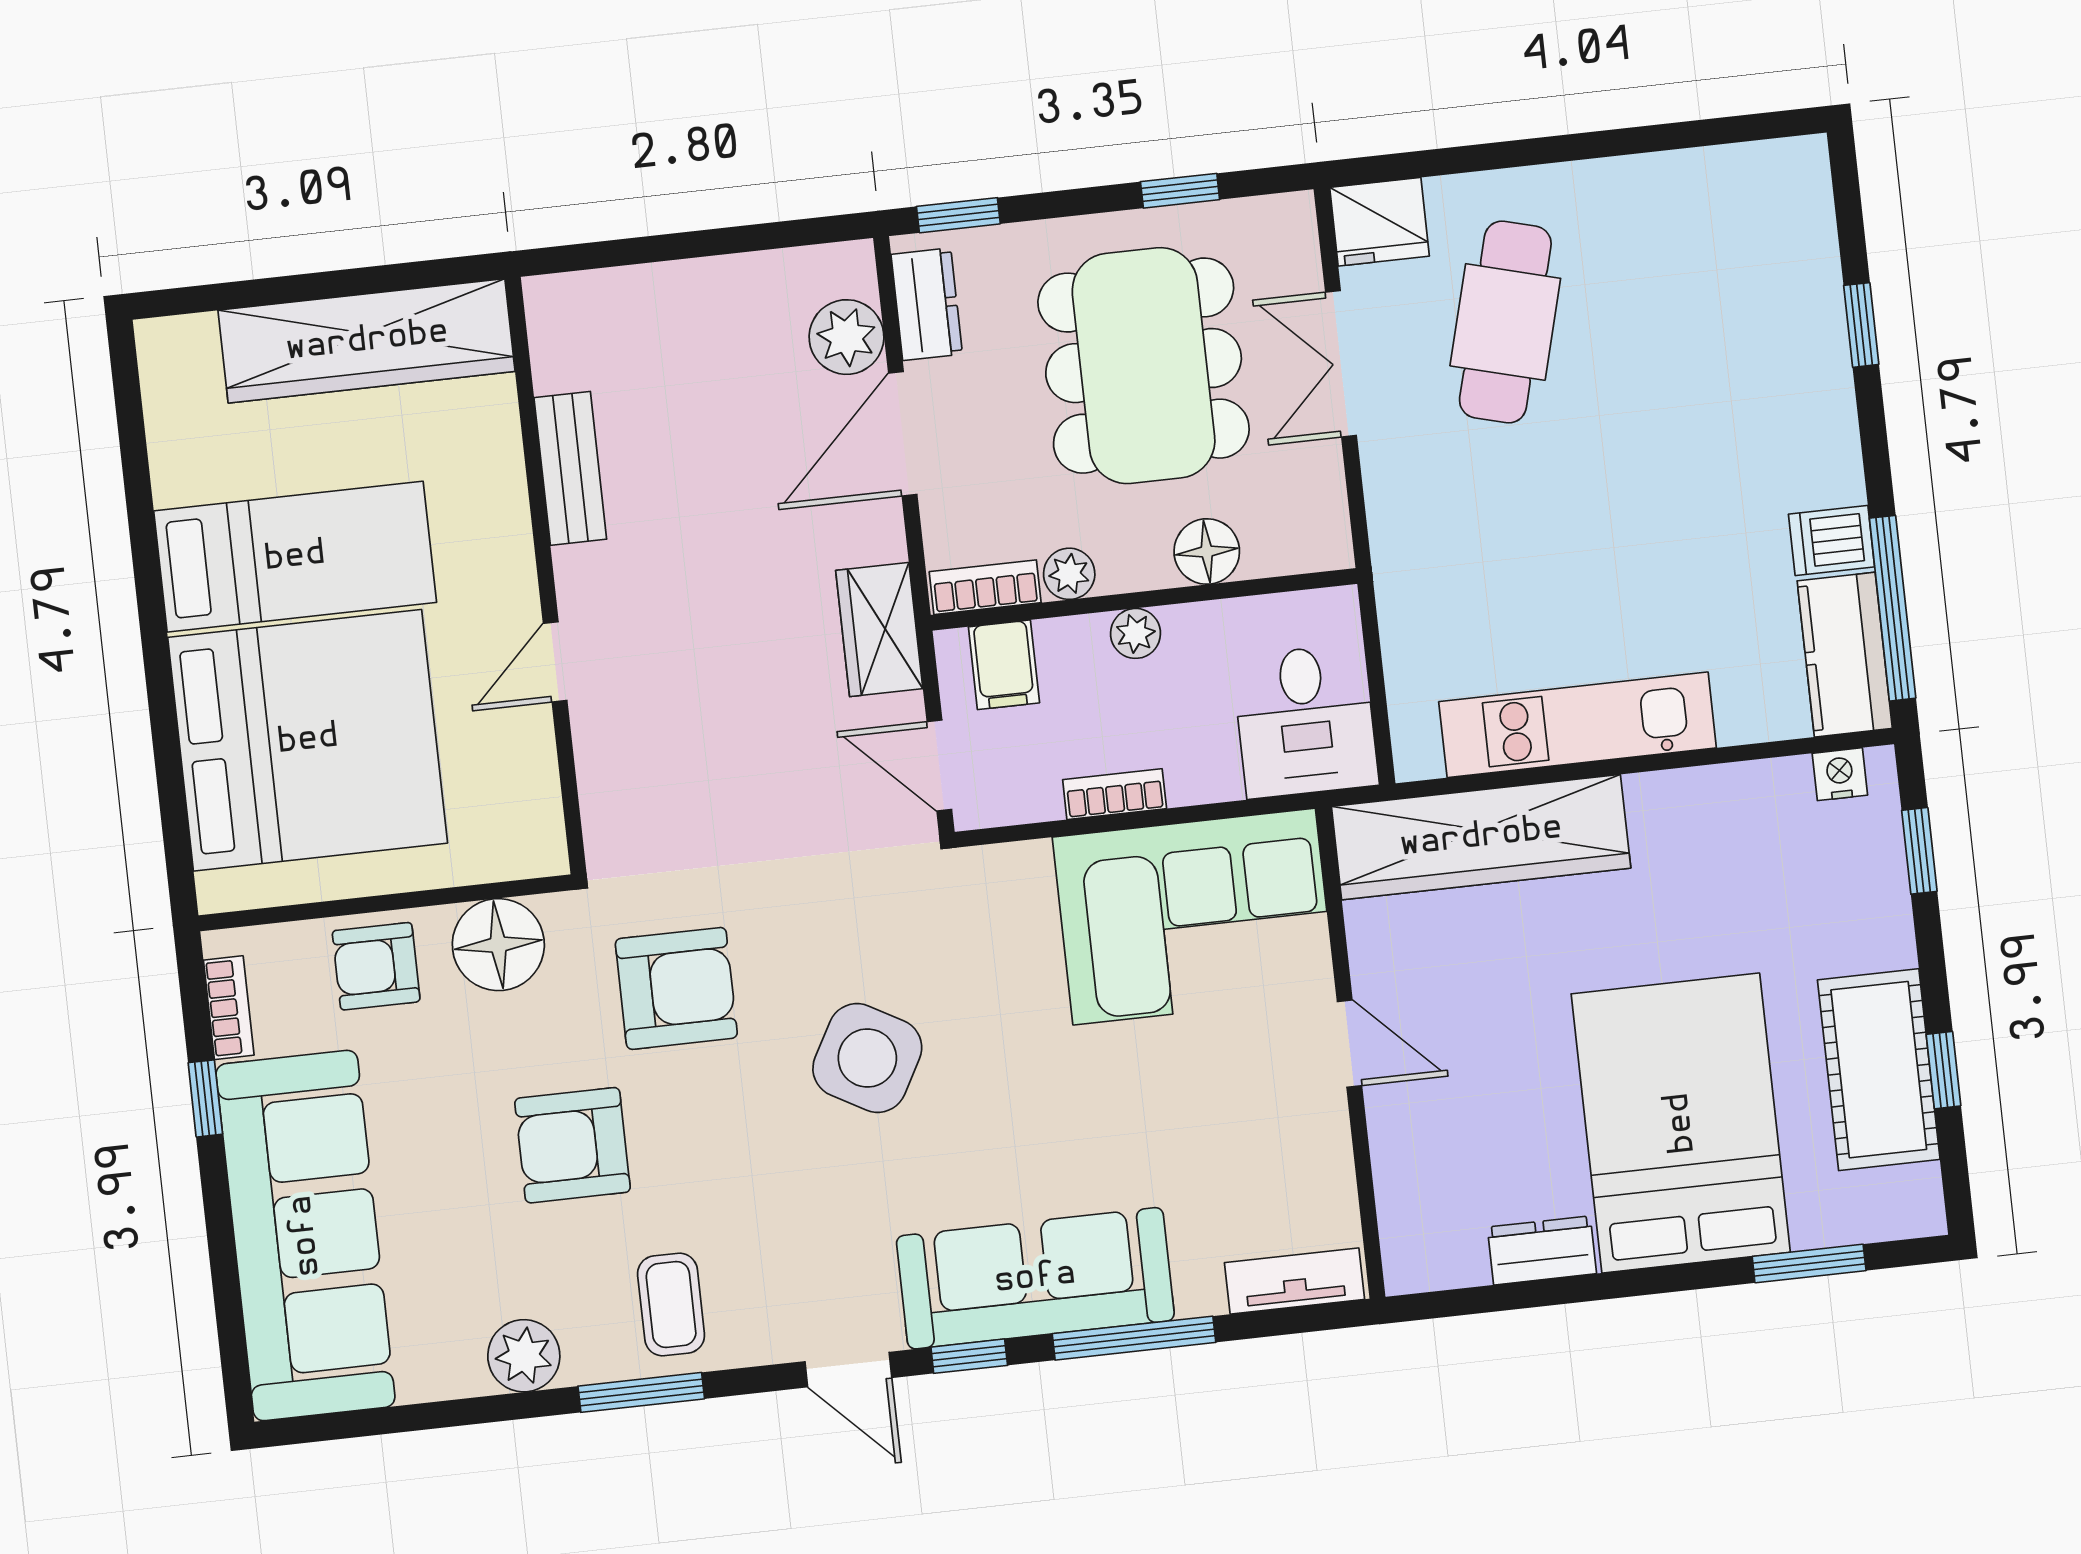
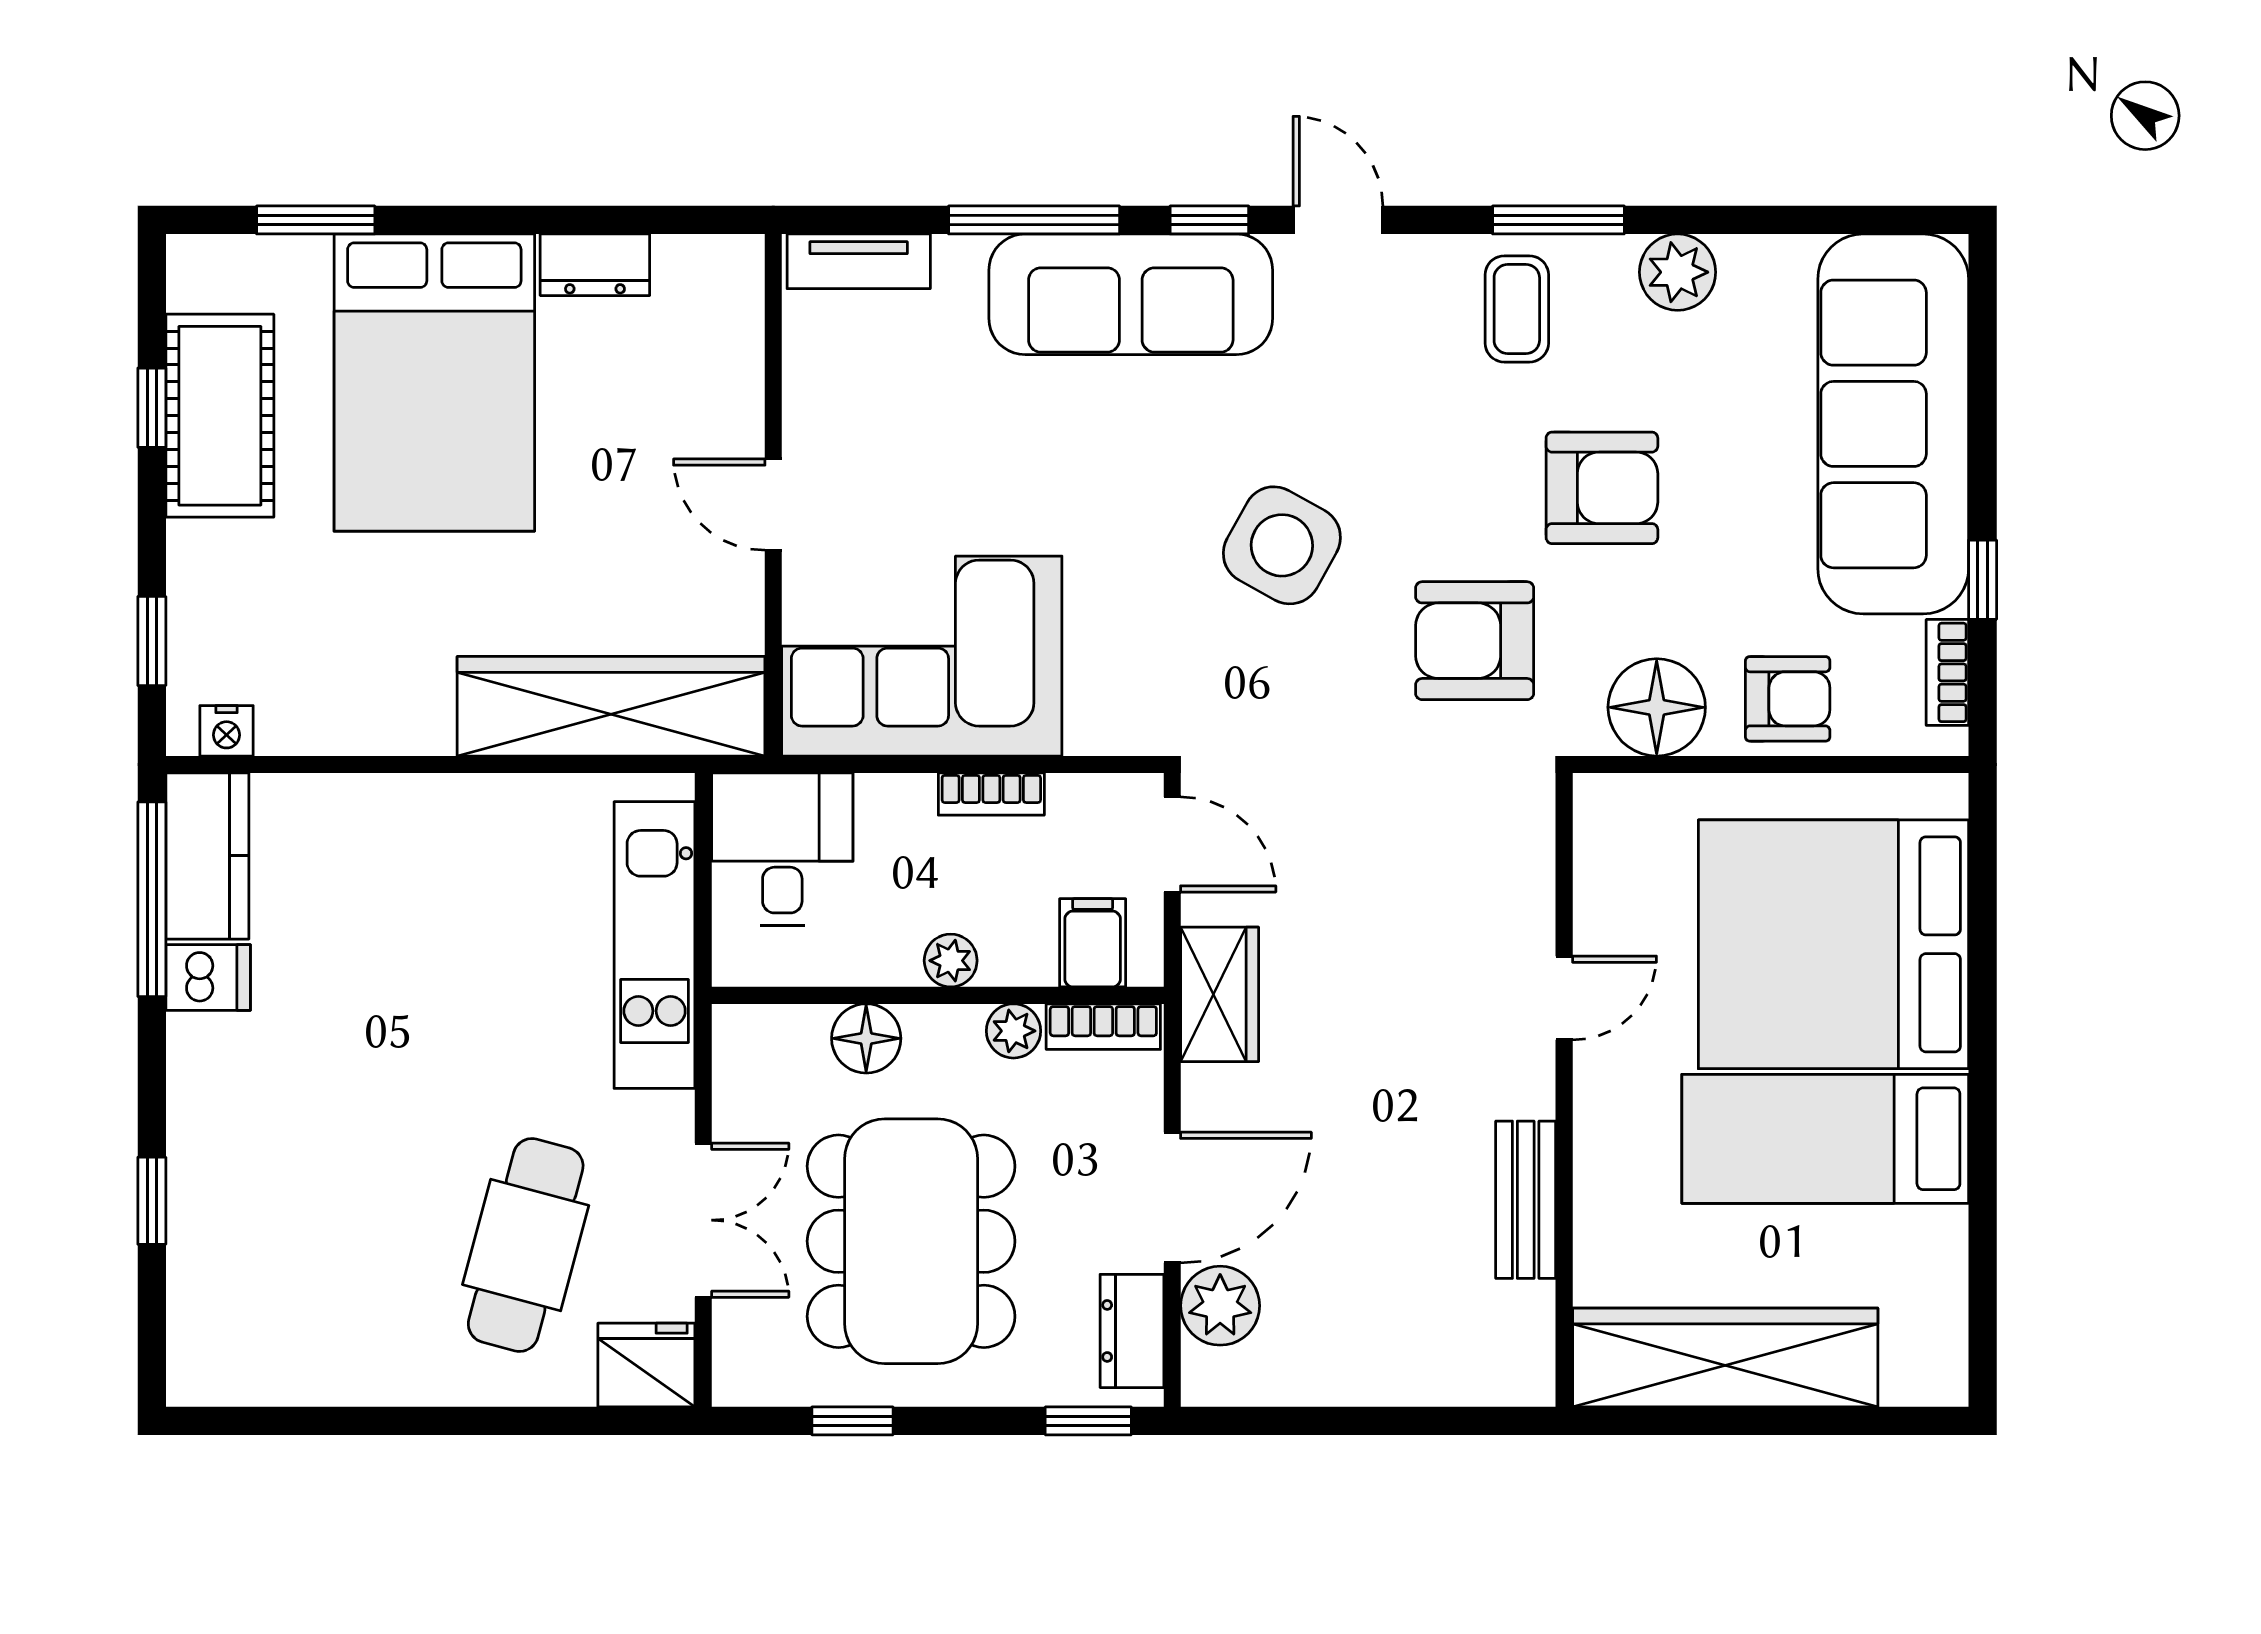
kitchen unit: (1578, 725) -> (655, 945), moved, turned 90

